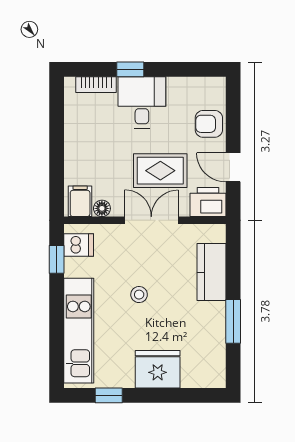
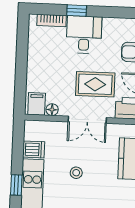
double door: (151, 220) -> (87, 120), swing flipped
dishwasher: (79, 245) -> (34, 149), moved
window: (57, 259) -> (16, 185), moved

